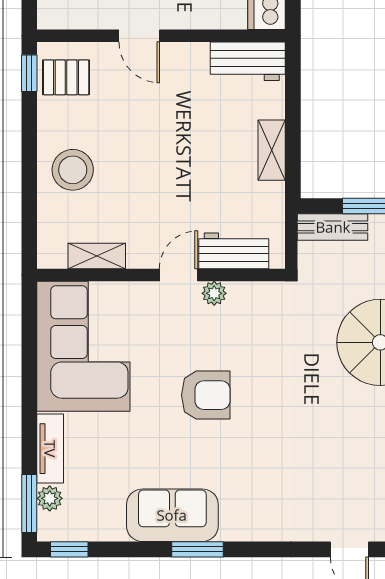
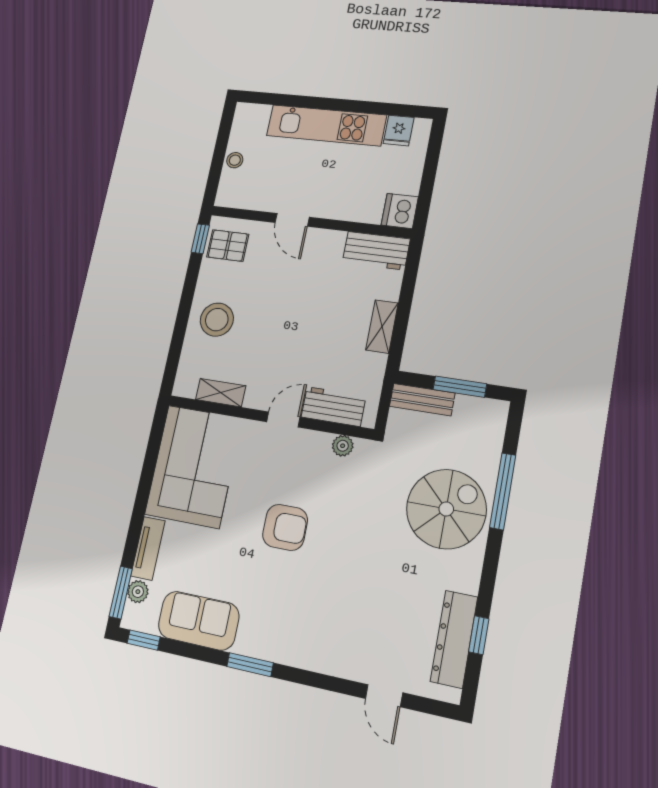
plant: (214, 293) -> (343, 446), moved
sofa: (172, 515) -> (199, 621), moved

